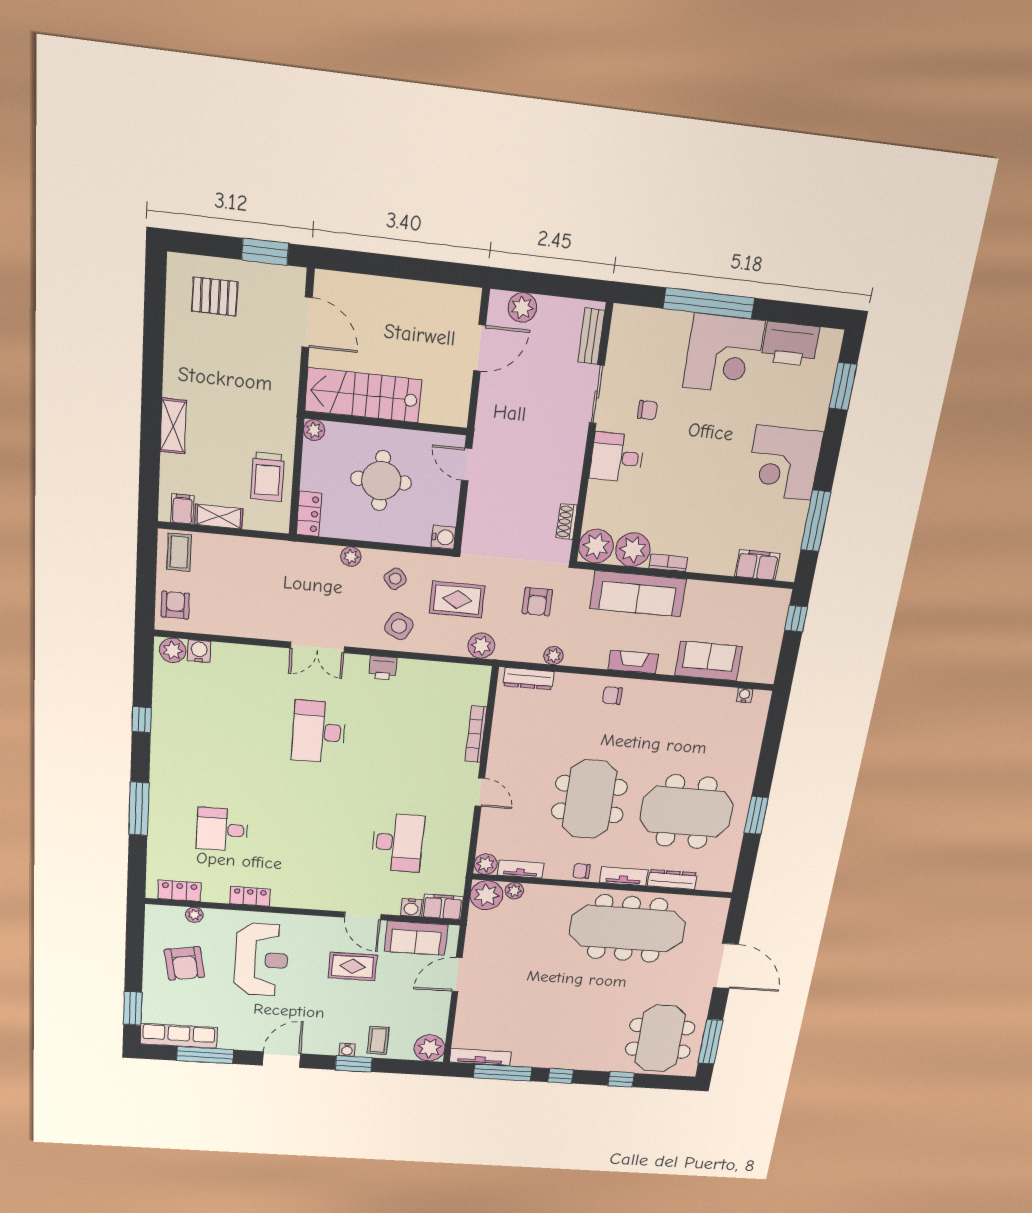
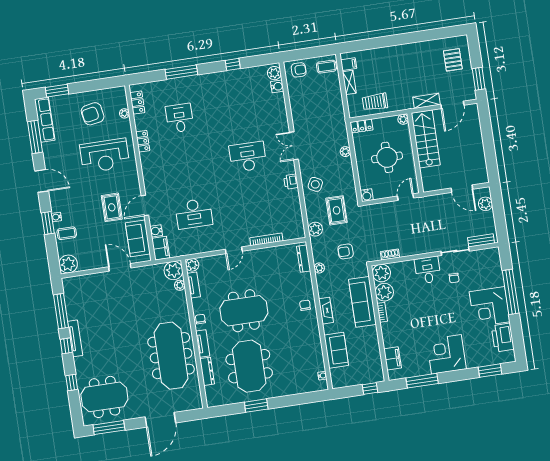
shelving: (173, 426) -> (426, 101), moved
side table: (395, 579) -> (340, 176), removed
tv unit: (480, 1057) -> (75, 338), moved

